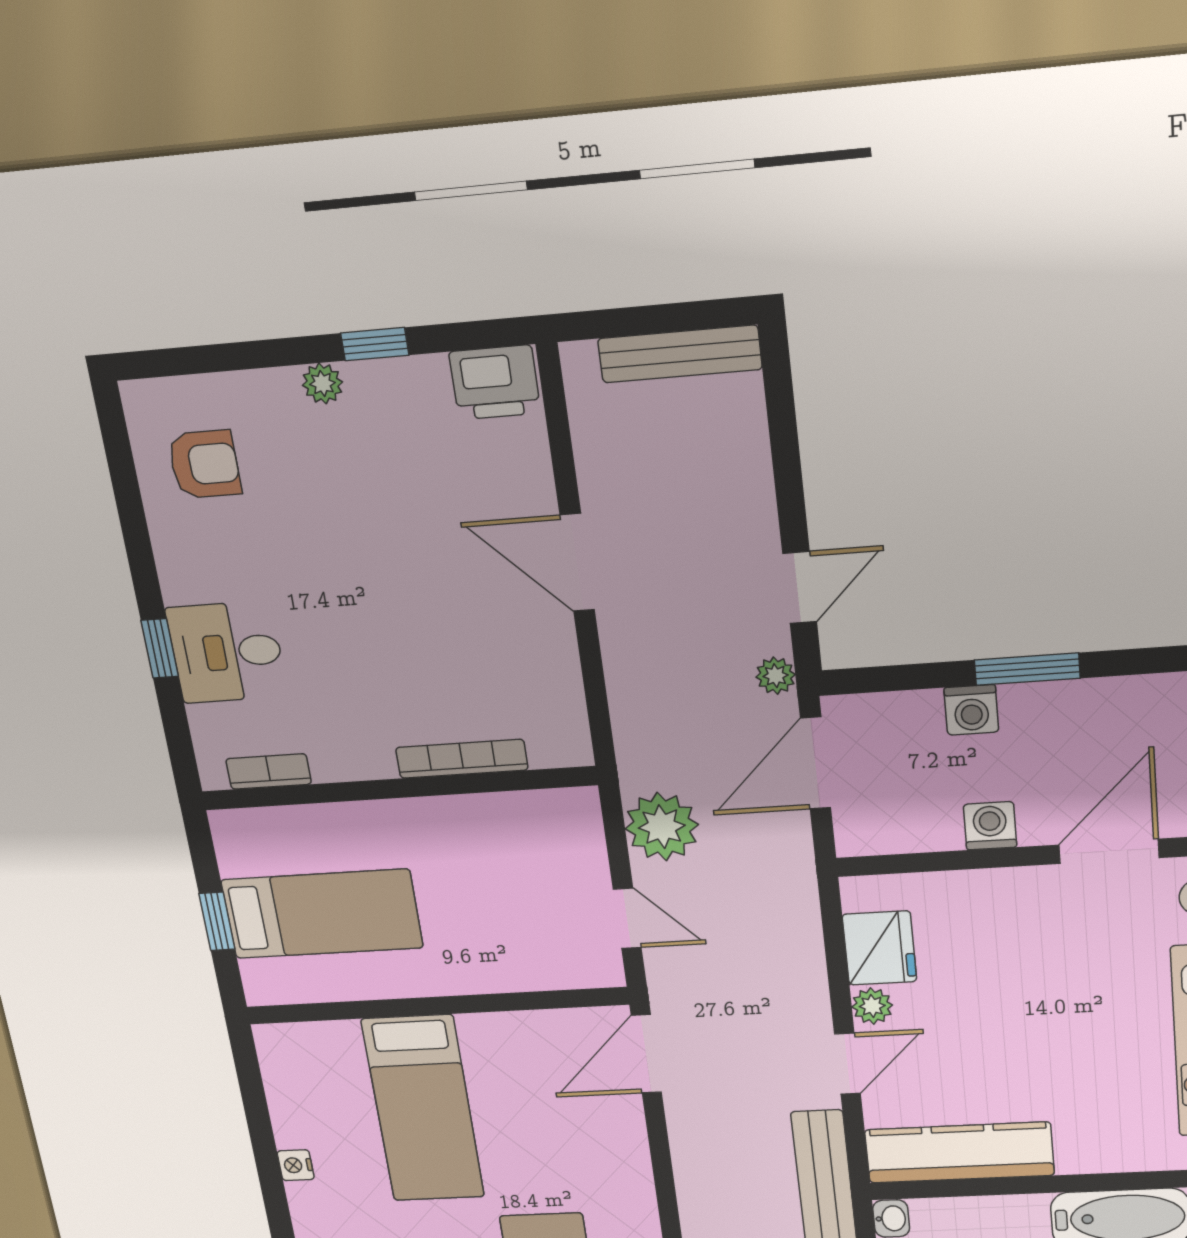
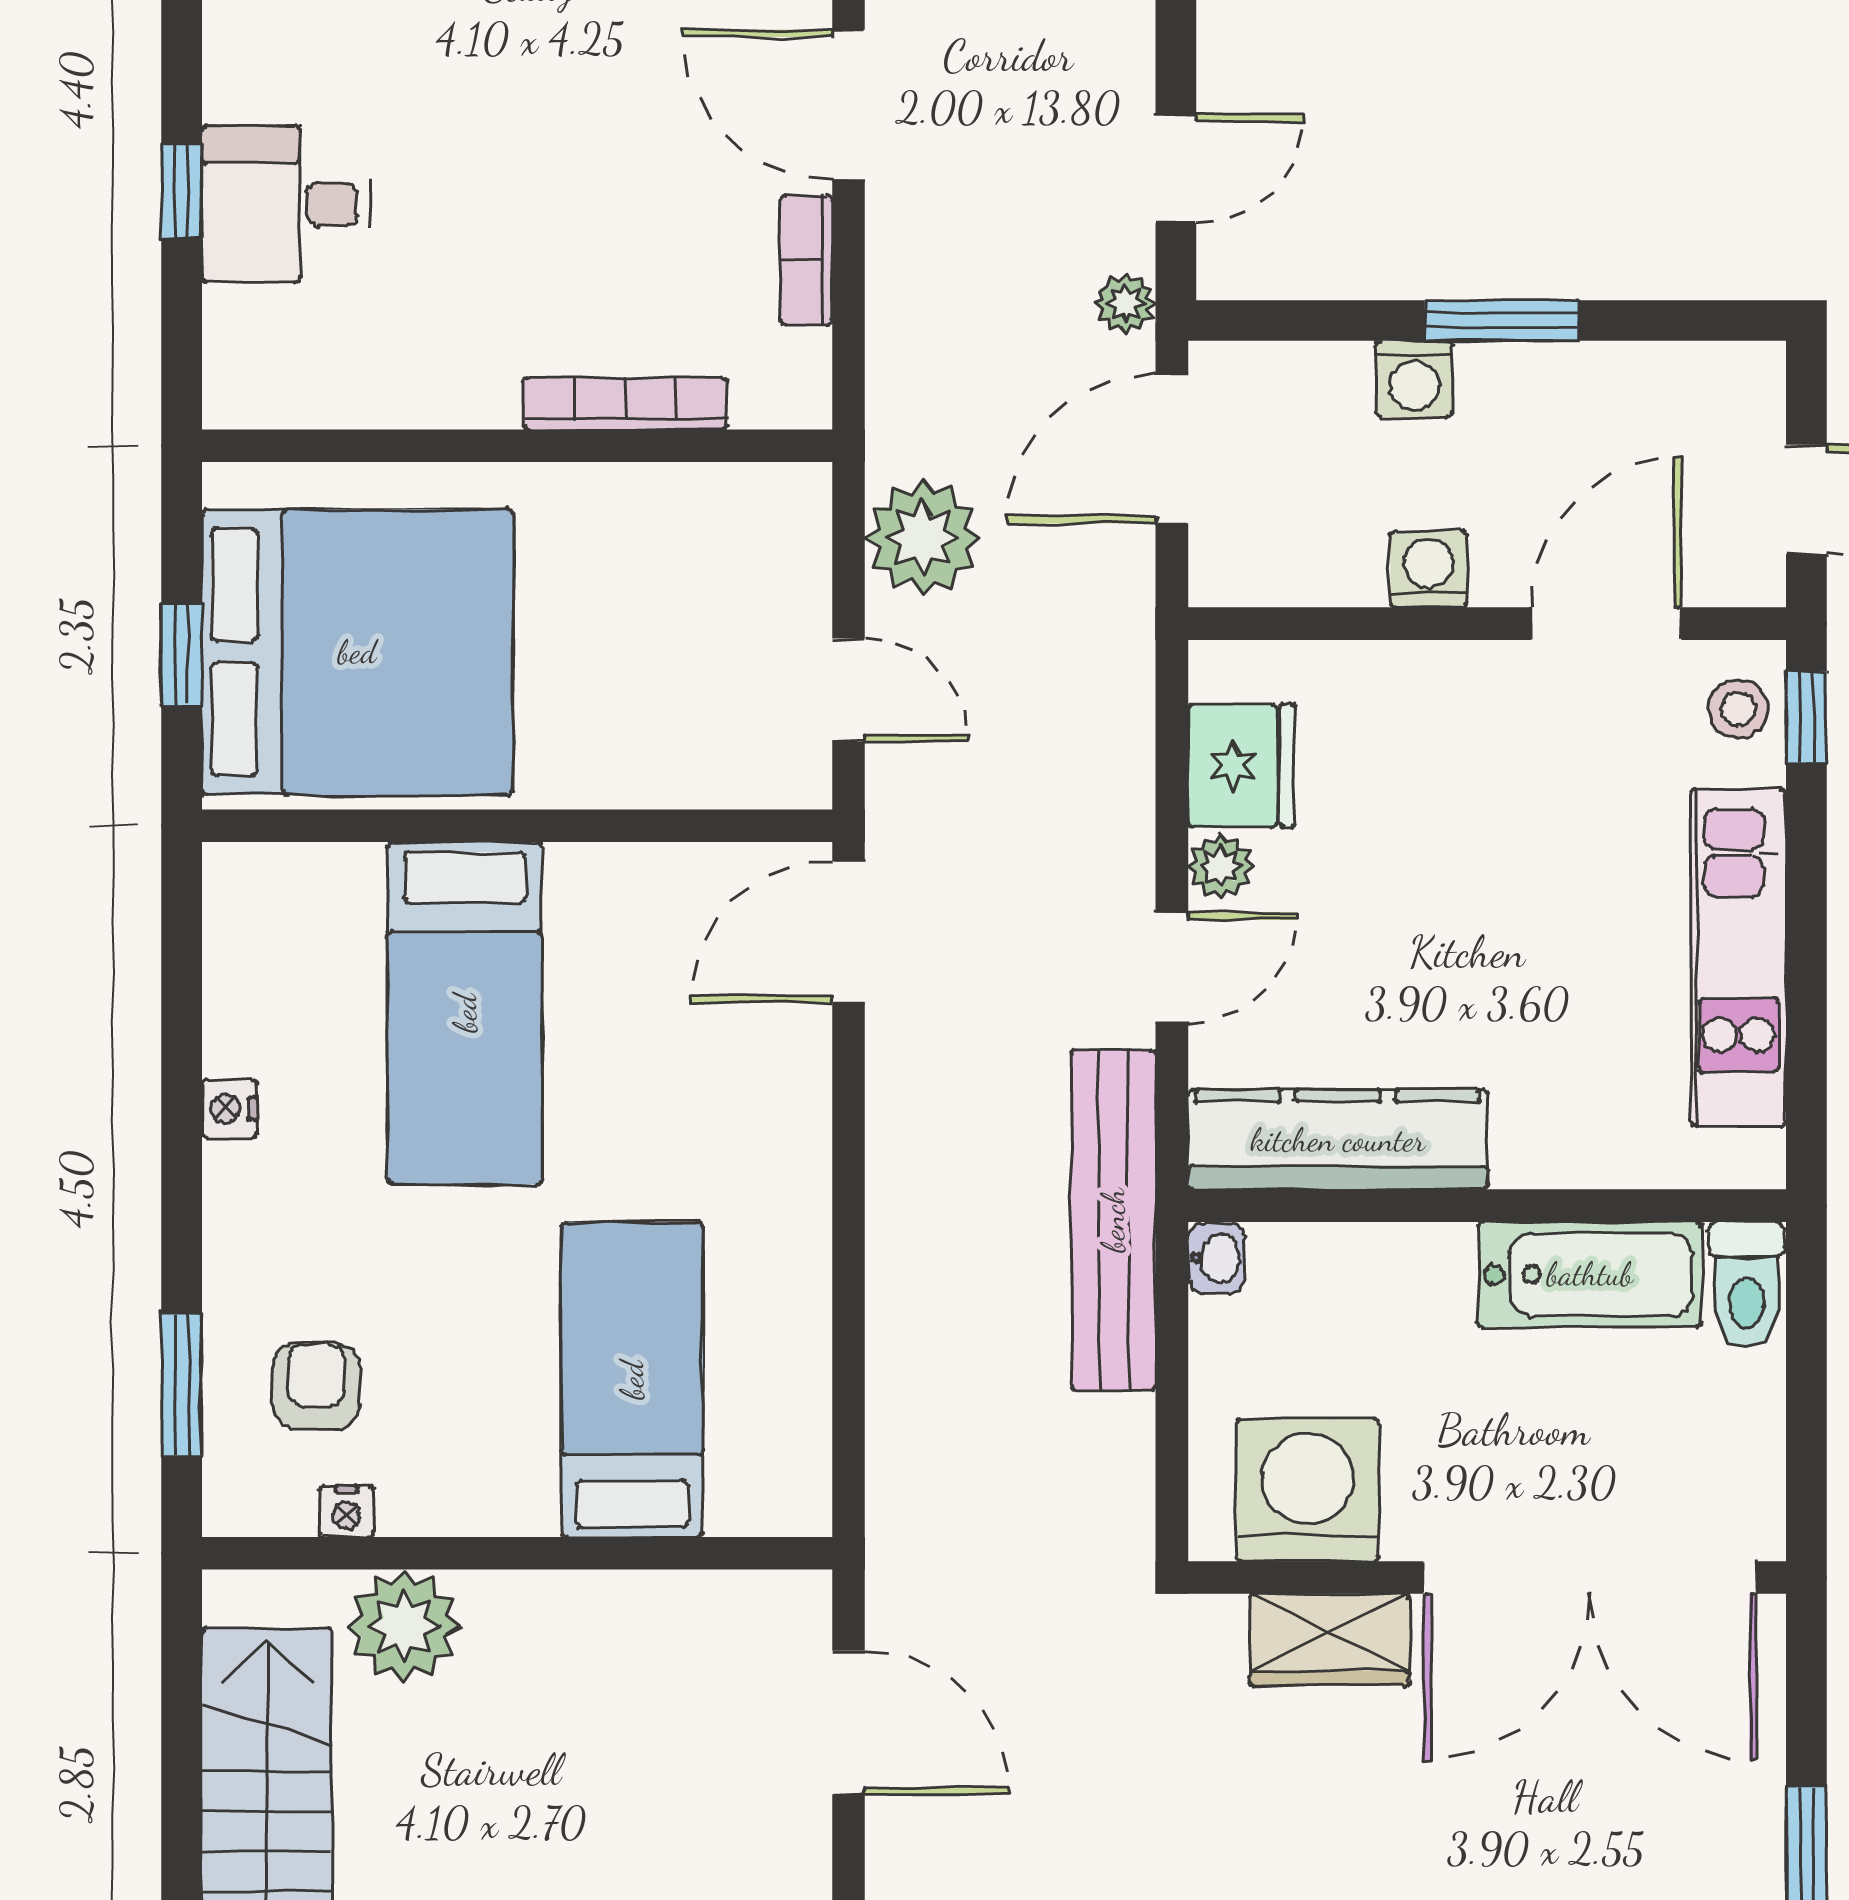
bookcase: (269, 771) -> (806, 260), moved, turned -90
bed: (322, 914) -> (357, 652), width x2.04

